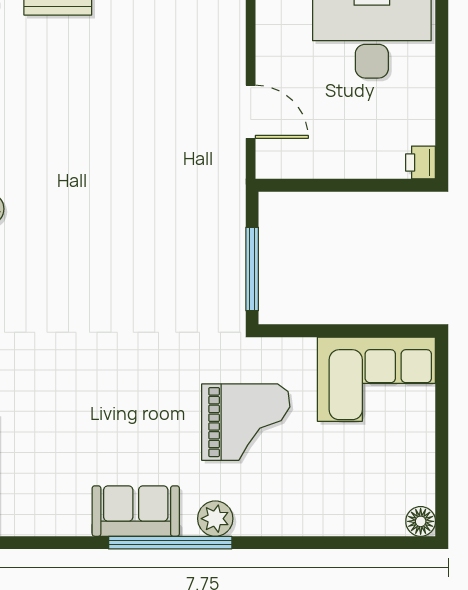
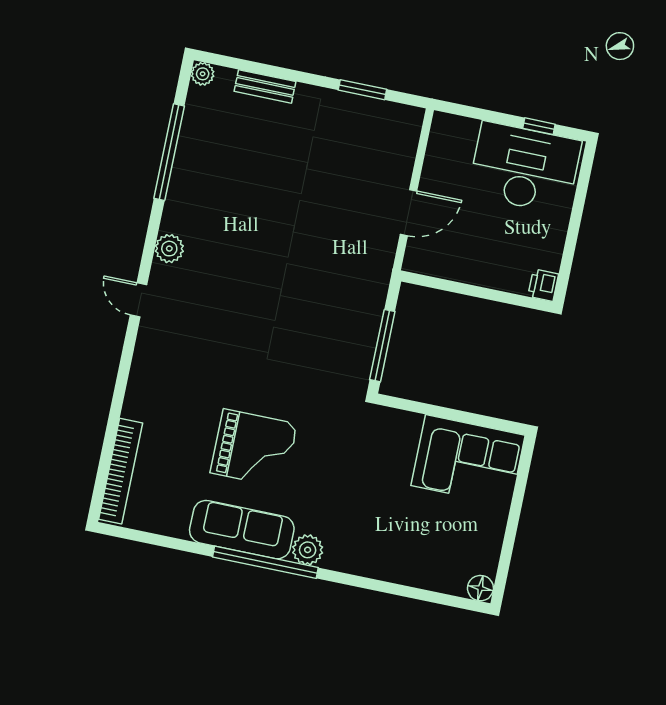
door: (251, 112) -> (408, 213), hinge flipped
grand piano: (246, 422) -> (254, 448), moved
sofa: (136, 511) -> (242, 530), width x1.36

